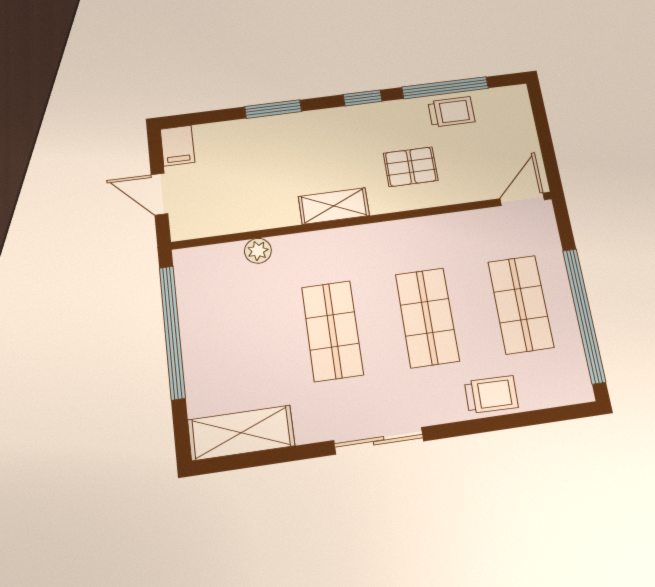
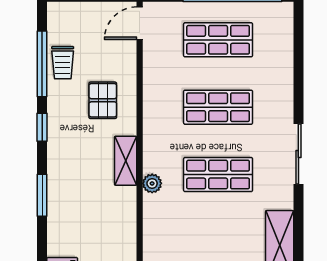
trolley: (451, 112) -> (63, 63), turned 180
door: (522, 199) -> (140, 23), hinge flipped
plant: (258, 251) -> (152, 183), moved
trolley: (491, 394) -> (278, 72), removed

